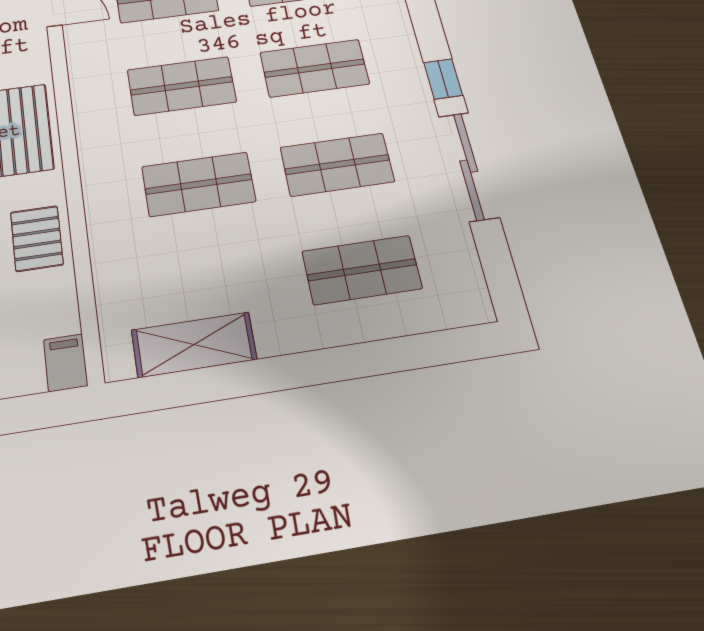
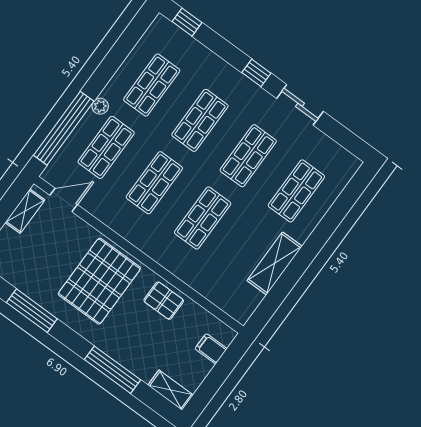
sliding door: (469, 166) -> (300, 105), width x0.73
shelving: (194, 345) -> (275, 263), moved
filing cabinet: (66, 363) -> (211, 349), moved

